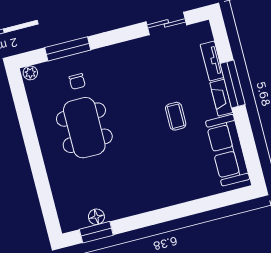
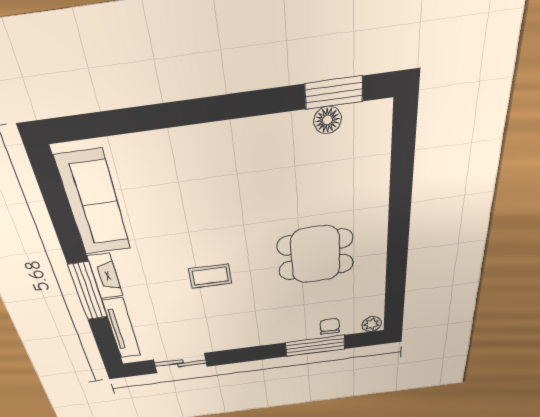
tv unit: (212, 61) -> (122, 329), width x1.41
chair: (77, 81) -> (330, 326), moved
coffee table: (176, 116) -> (210, 276), moved, turned 90
dining table: (84, 128) -> (315, 255), width x0.73

